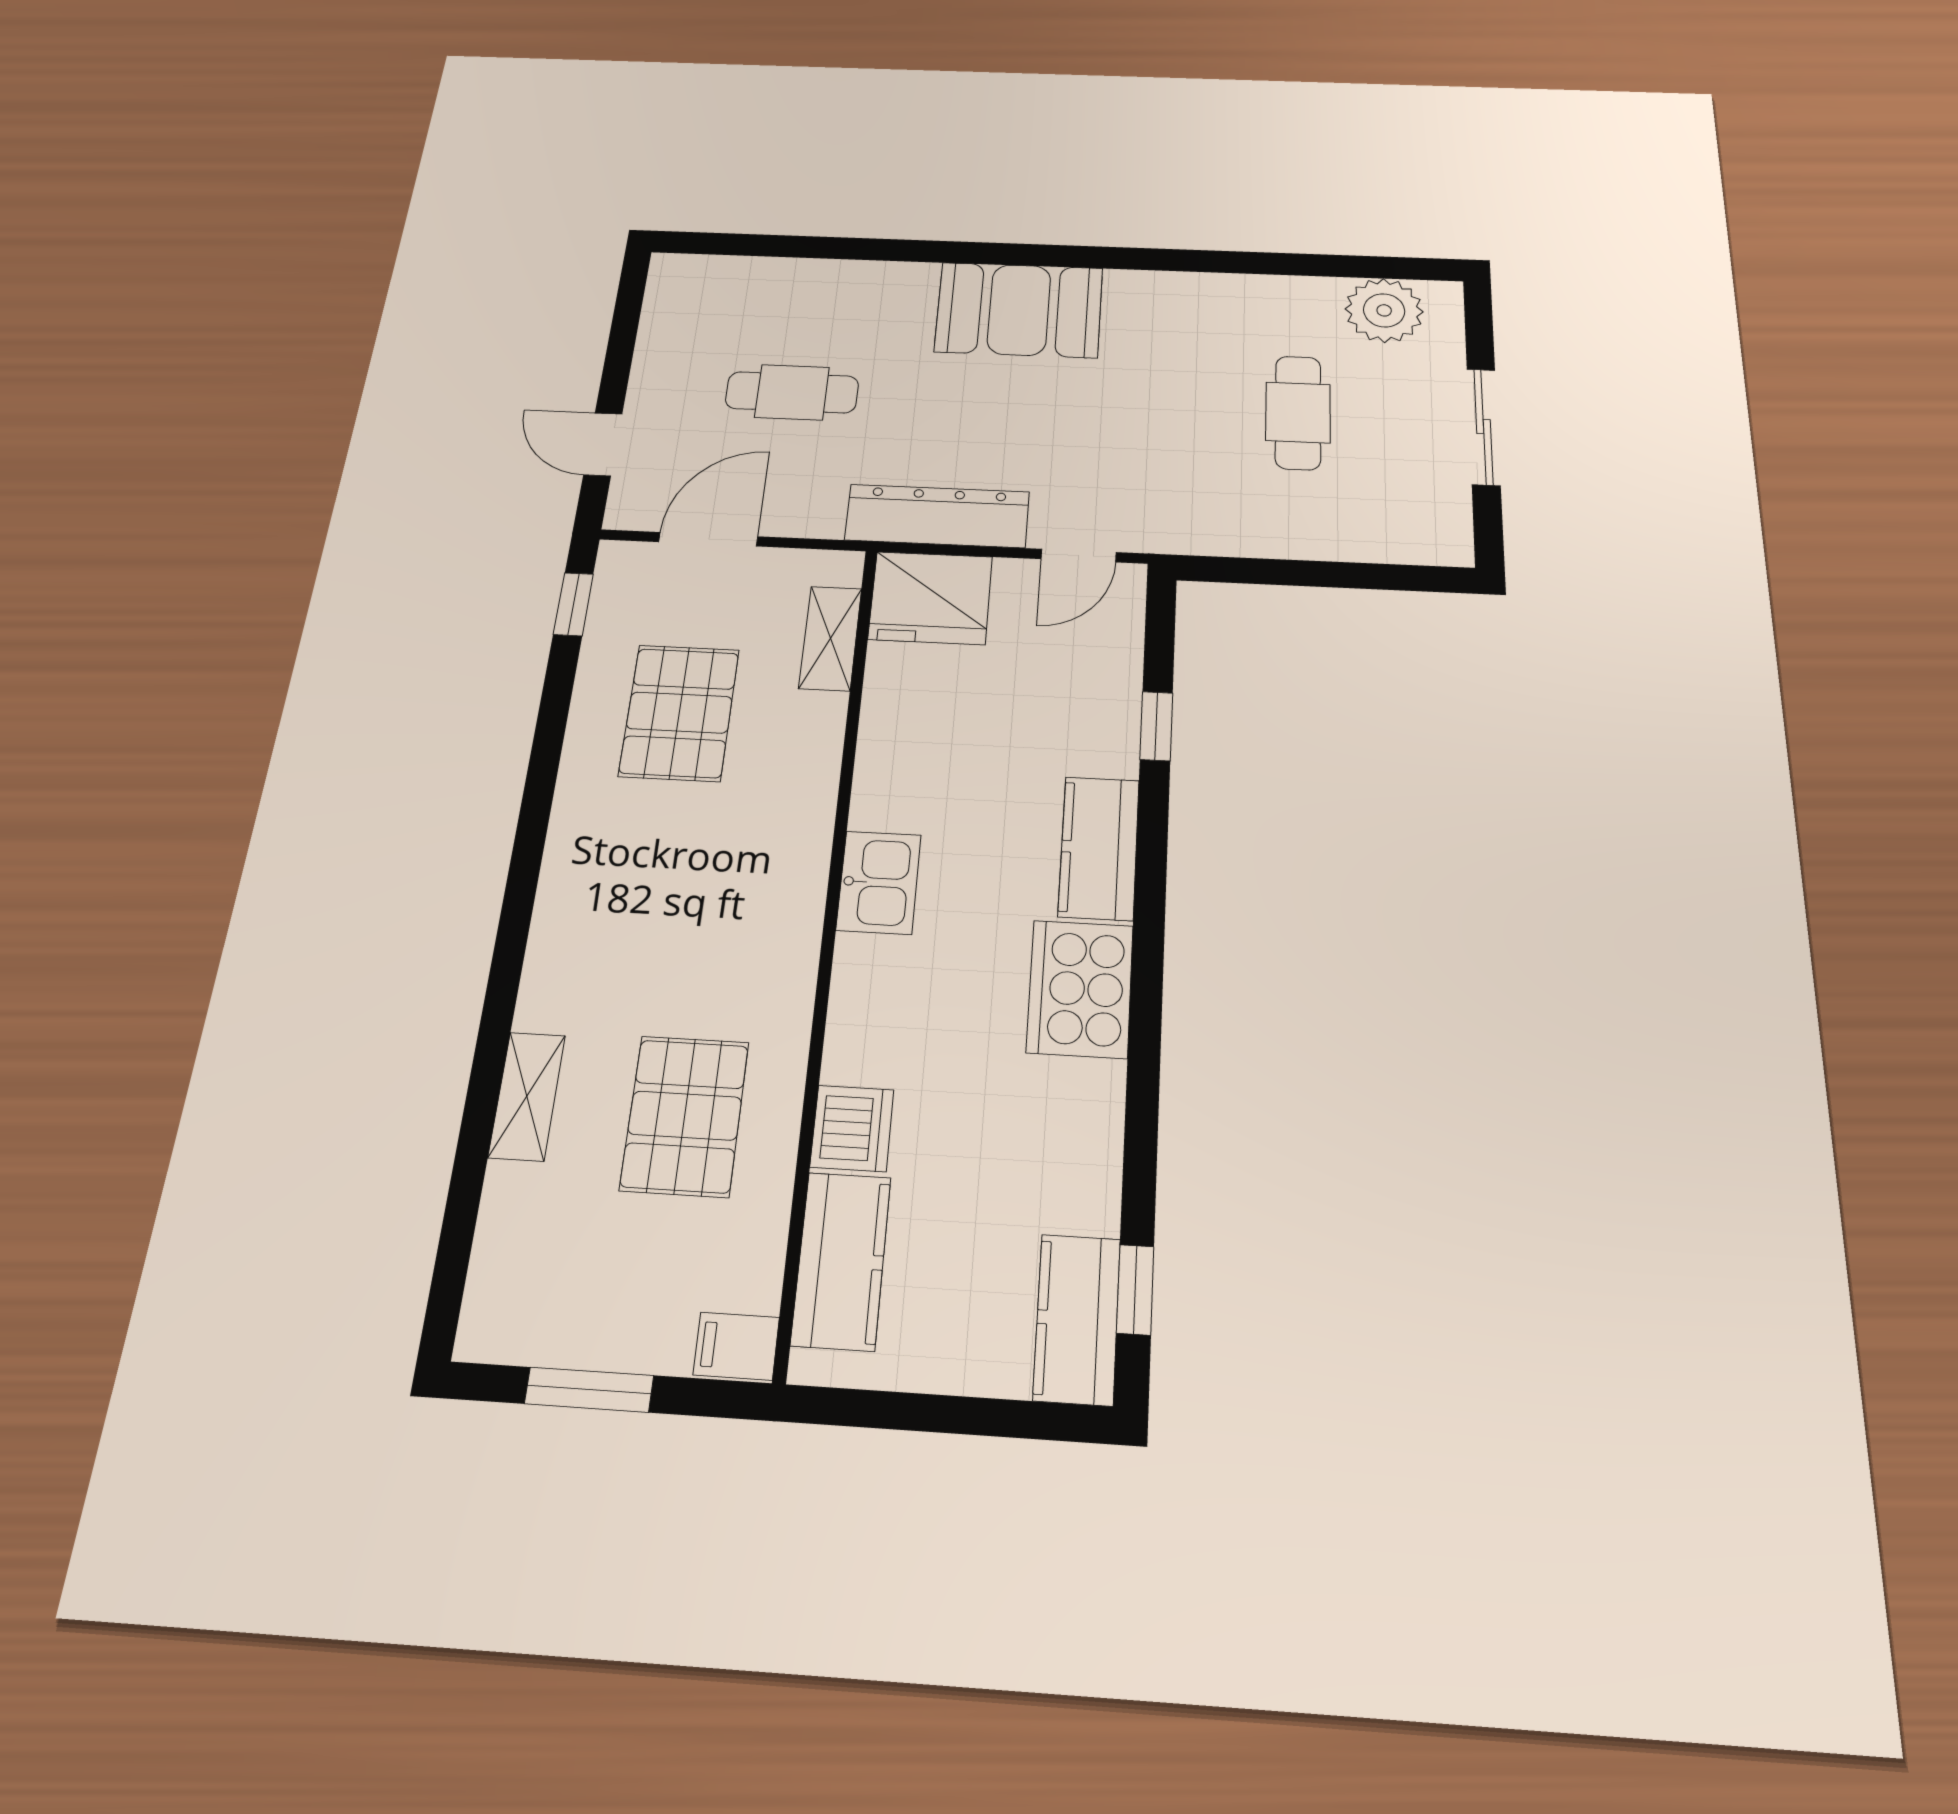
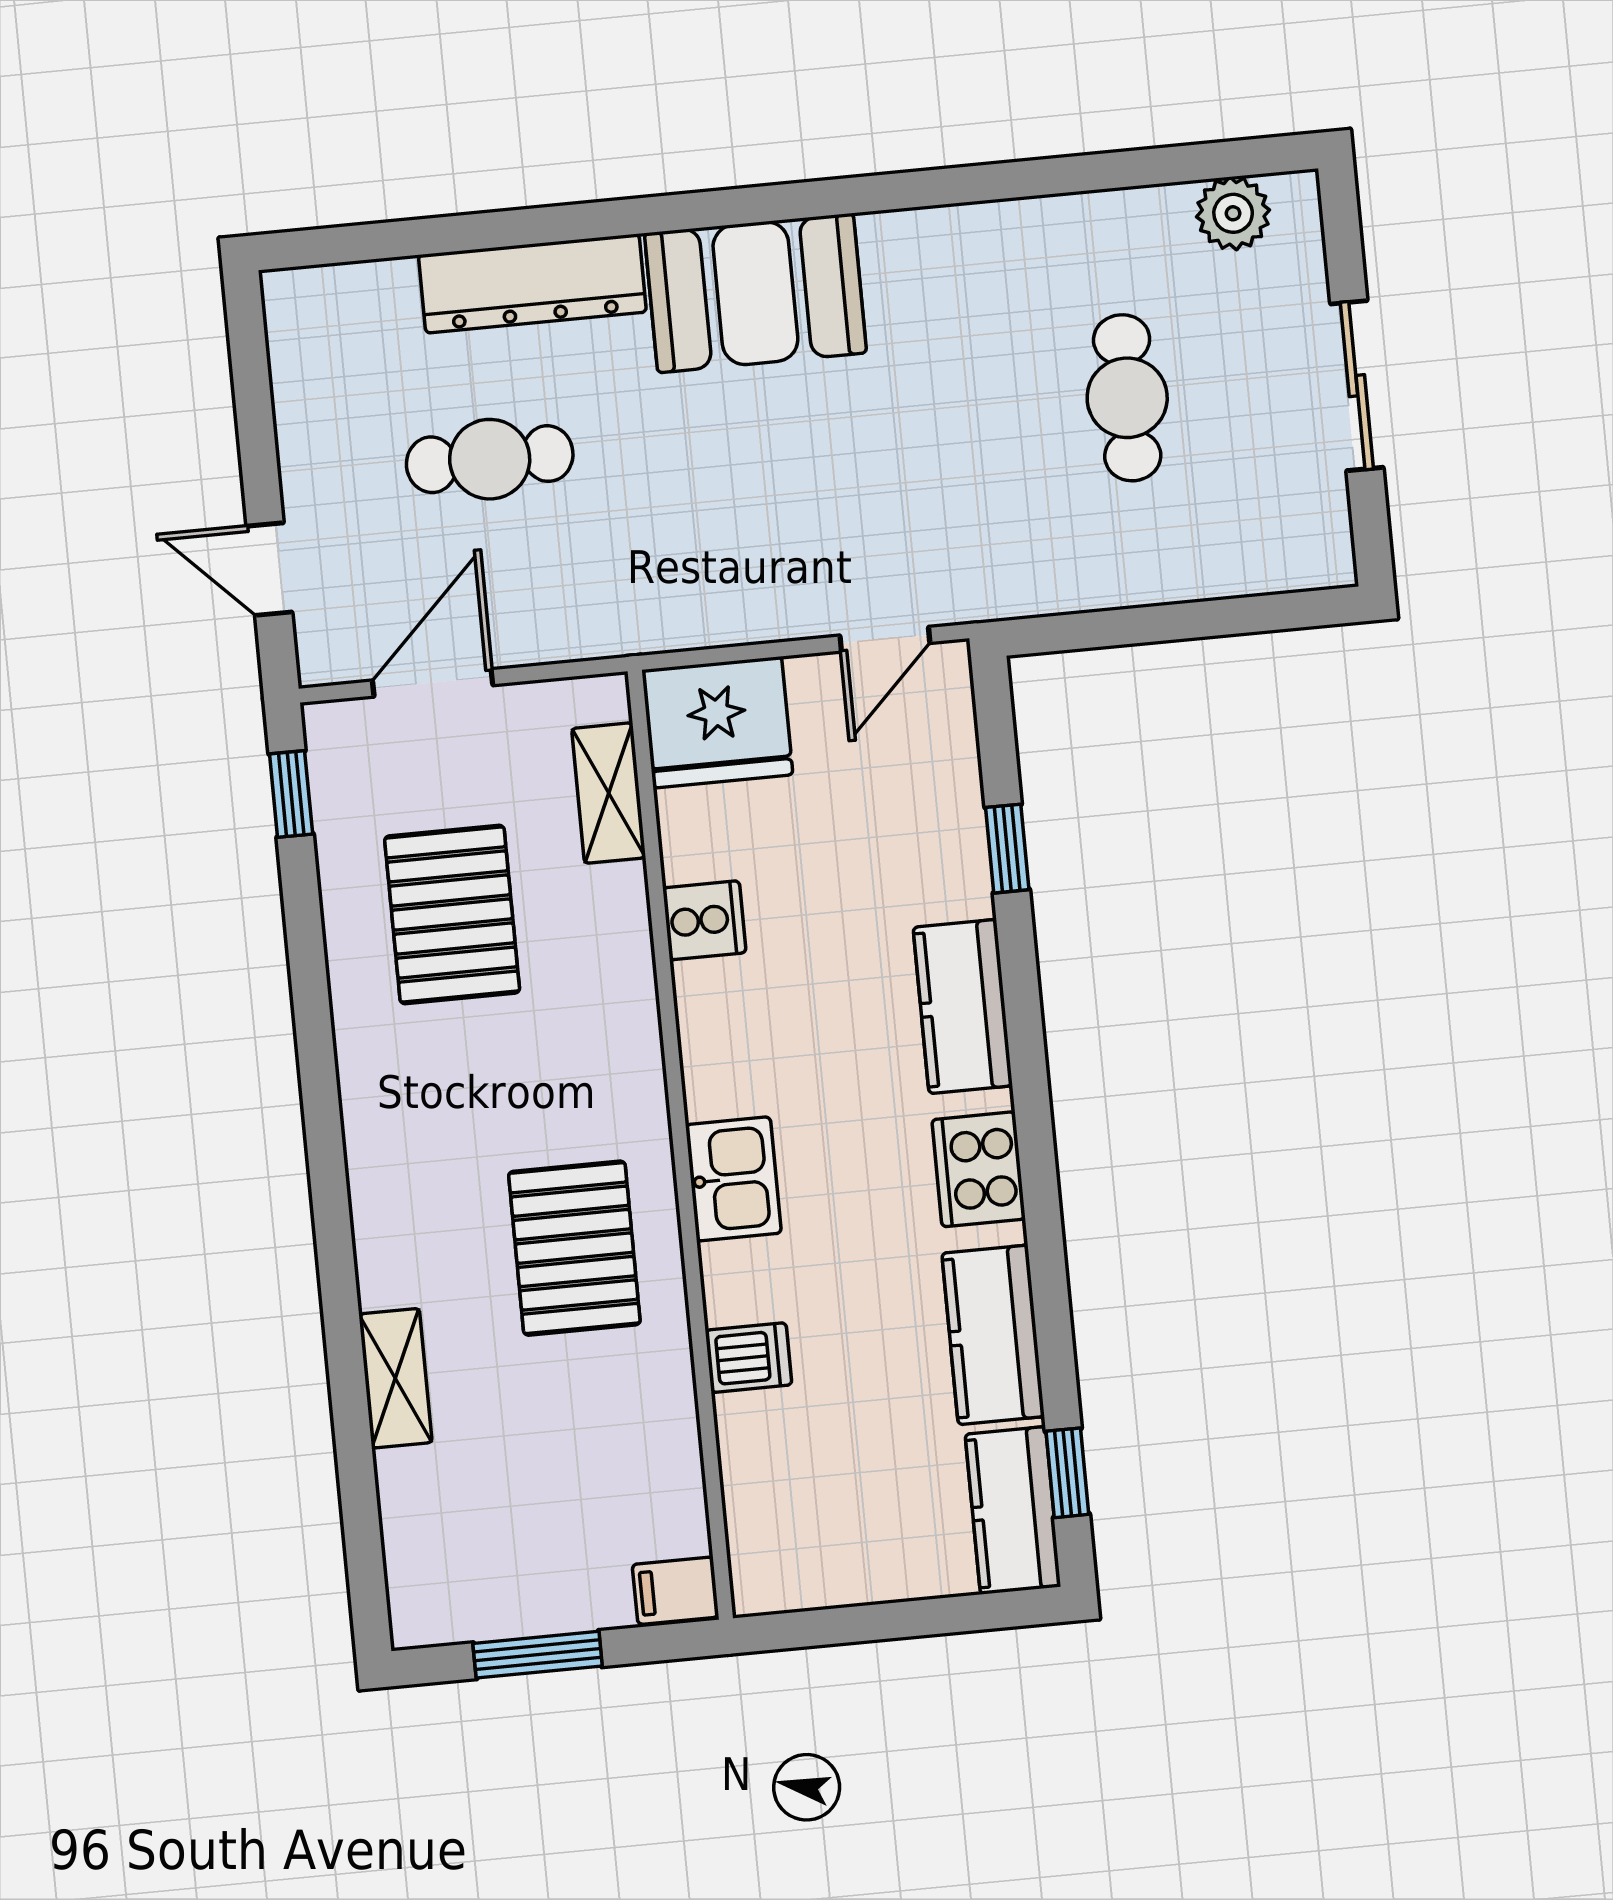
plant: (1384, 310) -> (1233, 213), width x0.73, depth x0.73
dresser: (937, 516) -> (532, 284), moved, turned 180
cooker: (889, 747) -> (704, 920), added
kitchen sink: (879, 882) -> (733, 1179), moved
cooker: (1080, 989) -> (979, 1169), width x0.73, depth x0.76
pallet: (685, 1116) -> (574, 1248), moved
dishwasher: (852, 1128) -> (749, 1358), width x0.73
kitchen counter: (841, 1261) -> (993, 1335), moved, turned 180

